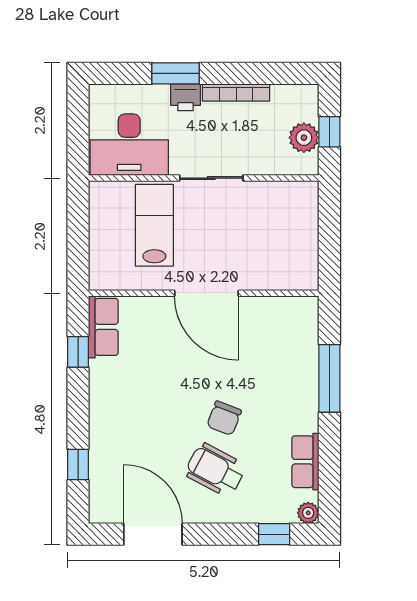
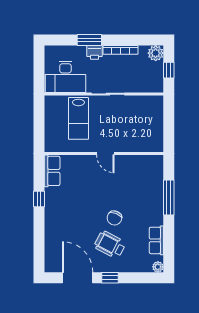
plant: (304, 138) -> (156, 53), moved
lab bench: (154, 225) -> (78, 118), turned 180
door: (206, 293) -> (105, 153), width x0.53
window: (78, 352) -> (39, 199), moved
window: (78, 465) -> (39, 242), removed
window: (274, 534) -> (110, 278), moved

